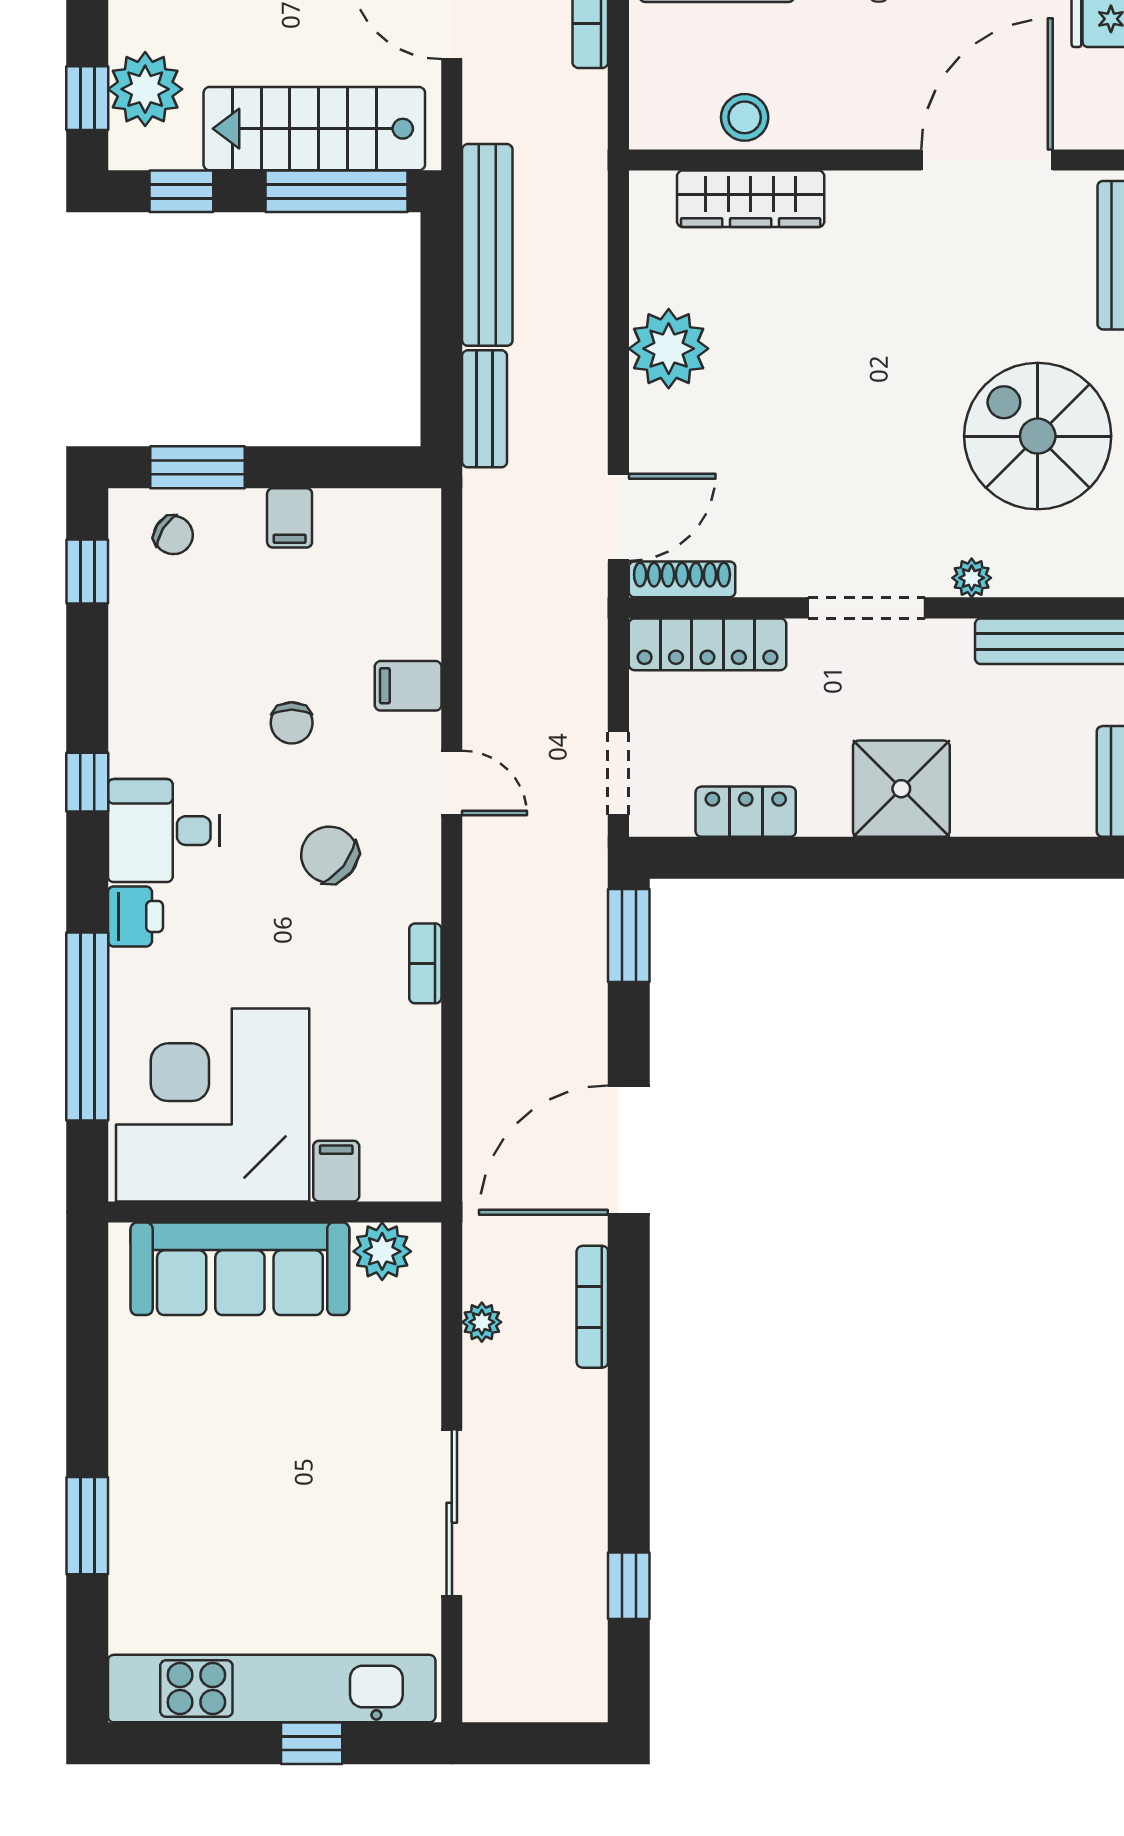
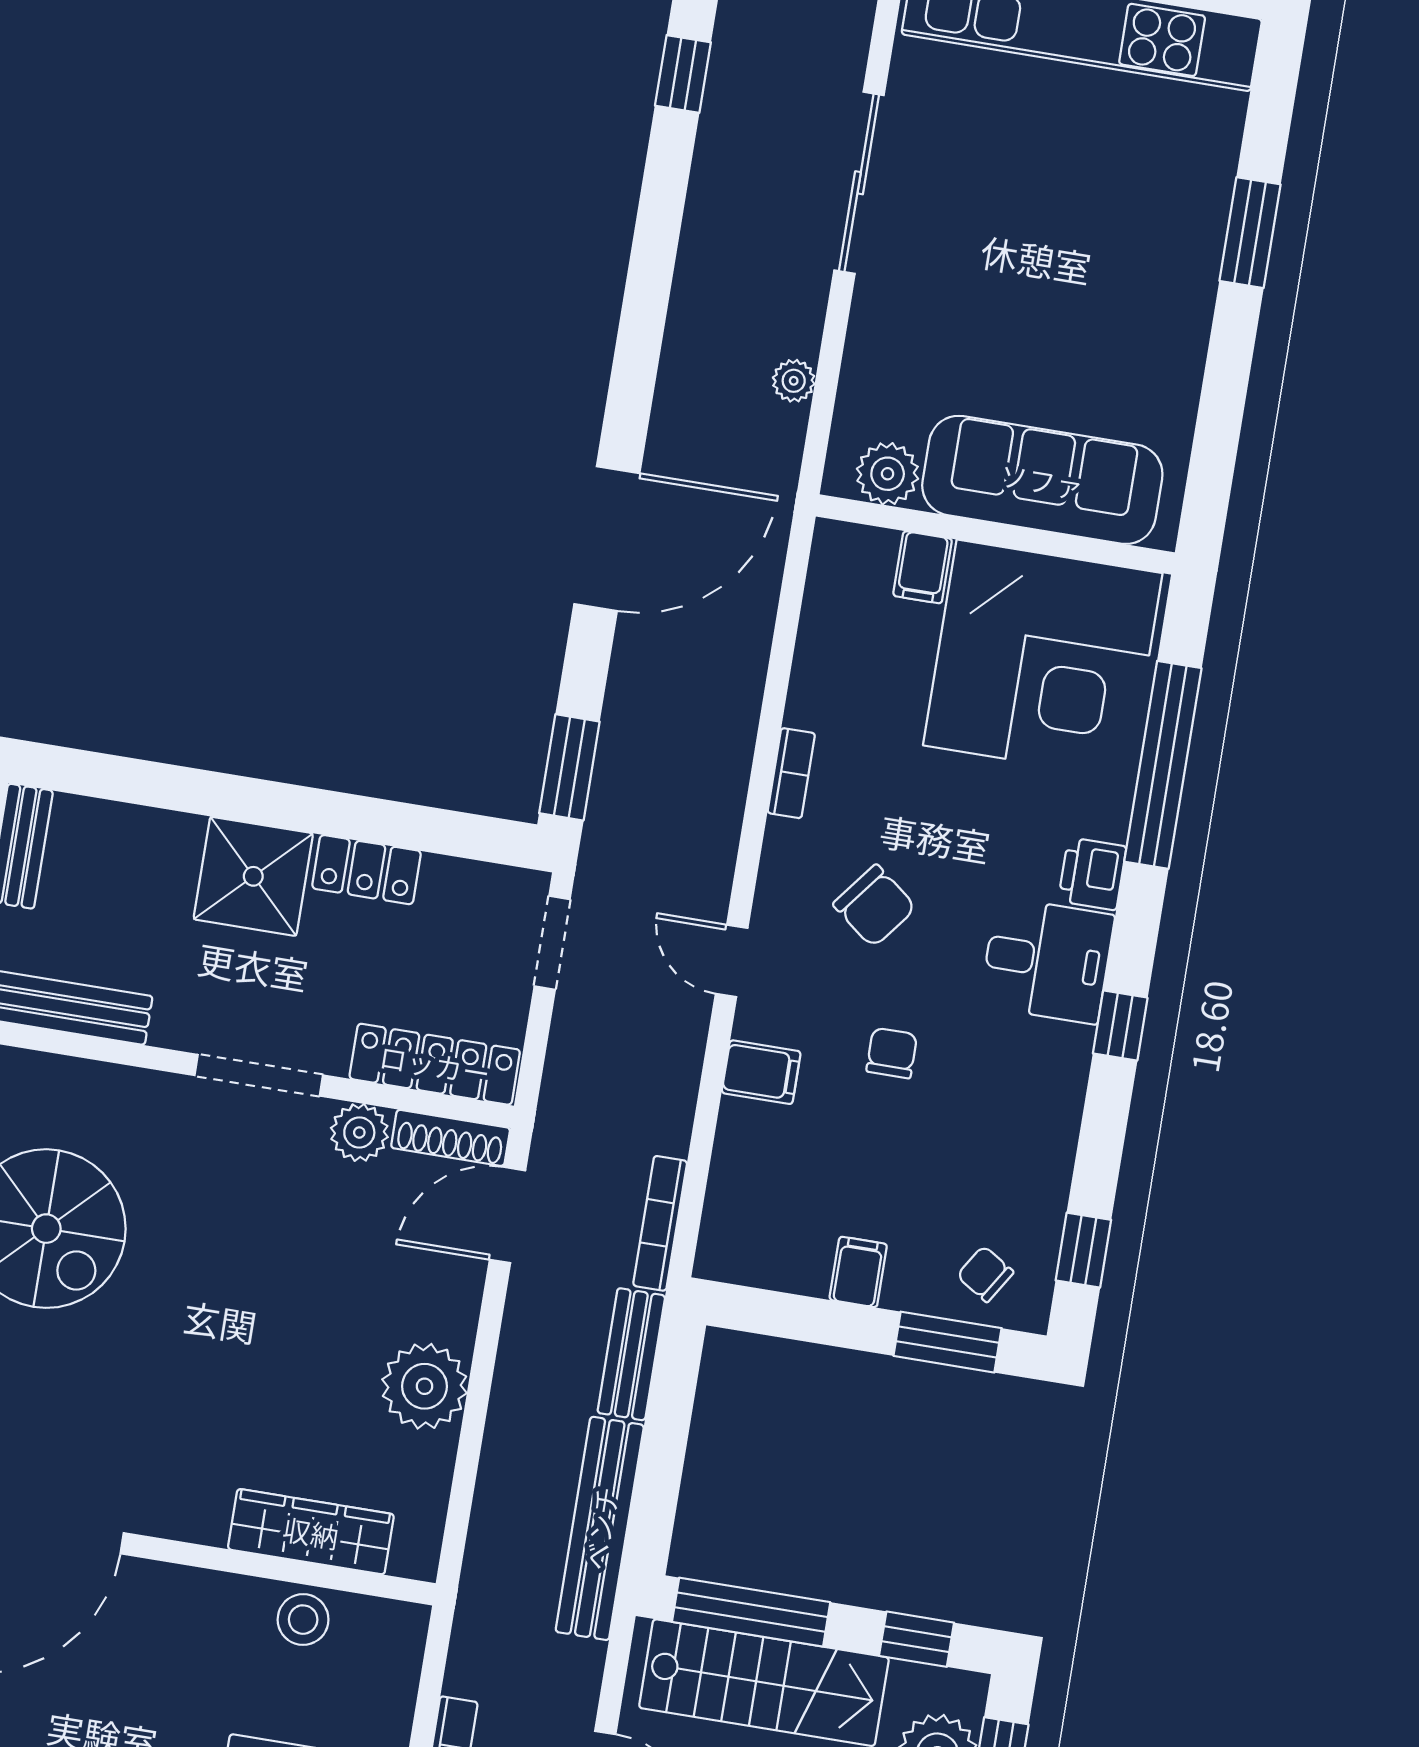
plant: (972, 578) -> (359, 1132), moved, width x1.38, depth x1.38
locker: (746, 812) -> (366, 870), moved
bookcase: (592, 1307) -> (660, 1223), moved, turned 180

